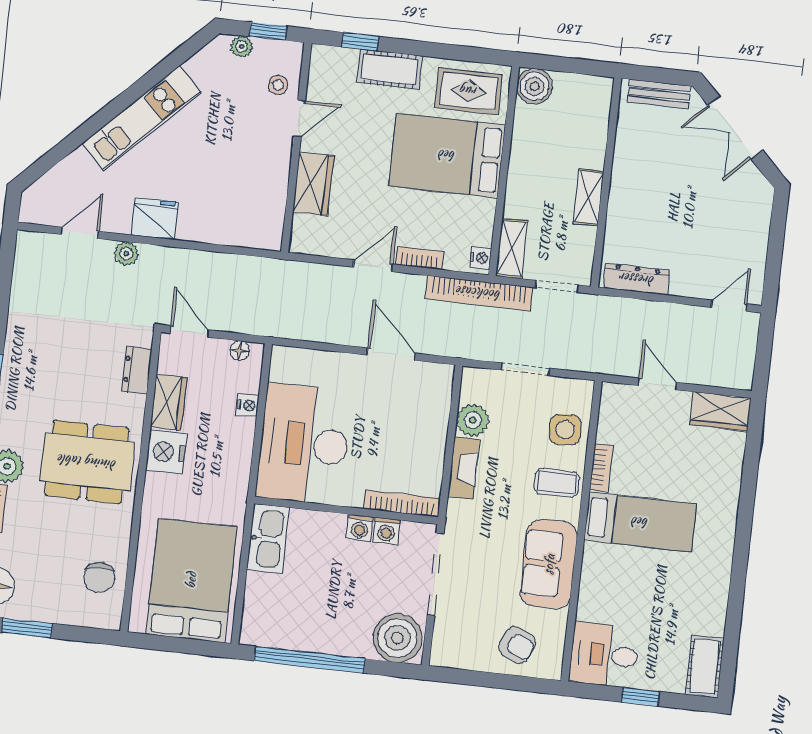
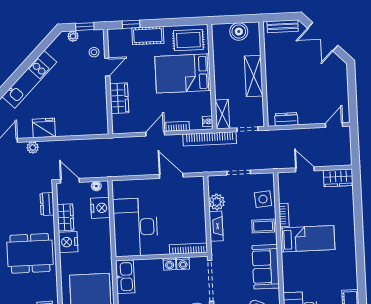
boiler: (535, 86) -> (239, 31), moved
shelving: (589, 197) -> (254, 76), width x1.50, depth x1.33
dresser: (637, 279) -> (286, 119), width x0.70
nightstand: (248, 405) -> (100, 208), width x1.89, depth x1.79

